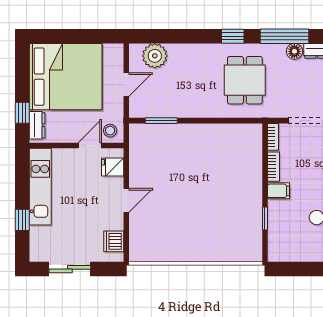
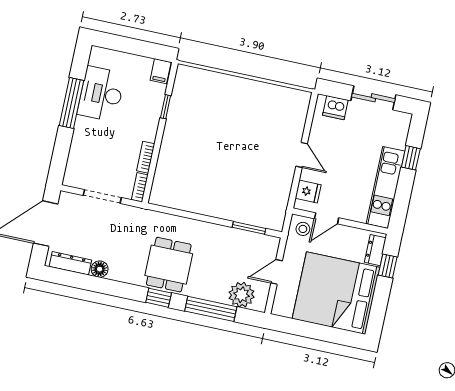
window: (284, 36) -> (211, 309), moved
dining table: (245, 80) -> (169, 265), moved
filing cabinet: (278, 191) -> (161, 71), moved, turned -90
door: (126, 200) -> (302, 155), swing flipped
dishwasher: (114, 241) -> (335, 108), moved, turned 90

